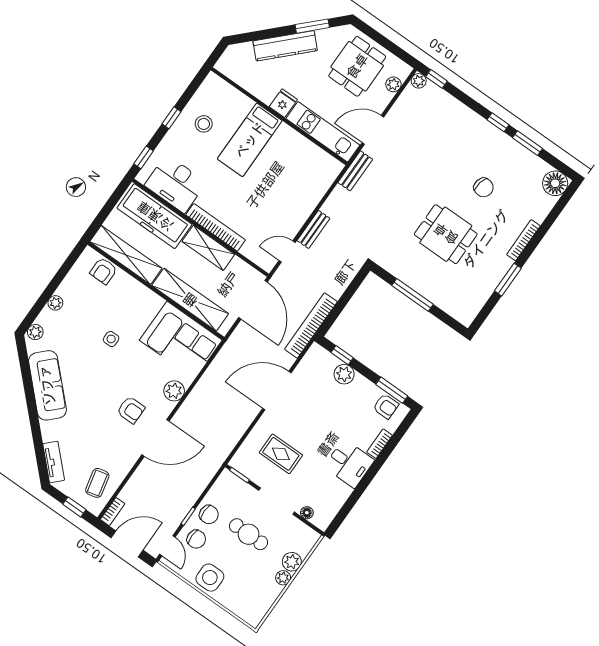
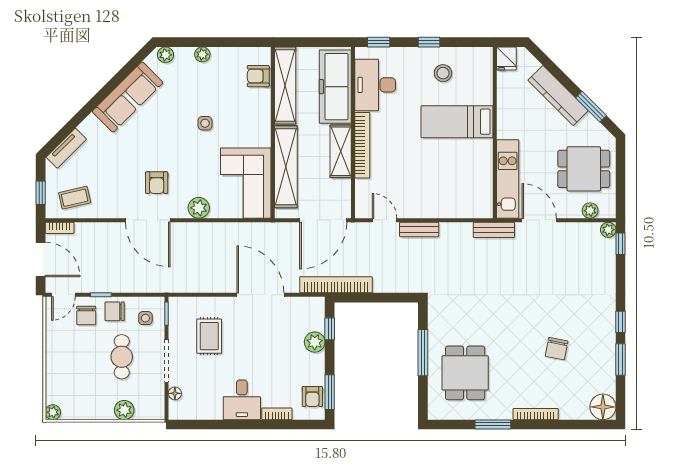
fridge: (283, 103) -> (506, 59), moved, turned 90
dining table: (446, 234) -> (465, 373), moved
chair: (209, 514) -> (115, 311), turned 90
side table: (210, 578) -> (145, 318), moved, width x0.54, depth x0.54
plant: (283, 578) -> (53, 412), moved

